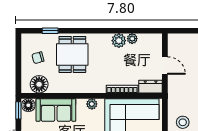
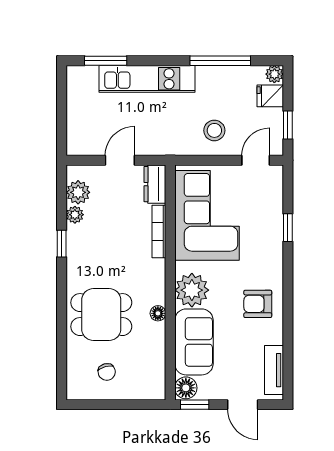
window: (50, 31) -> (62, 244), moved
plant: (119, 41) -> (78, 192), moved
floor lamp: (39, 84) -> (158, 313), moved, width x0.53, depth x0.53
plant: (92, 104) -> (192, 290), width x1.88, depth x1.88

